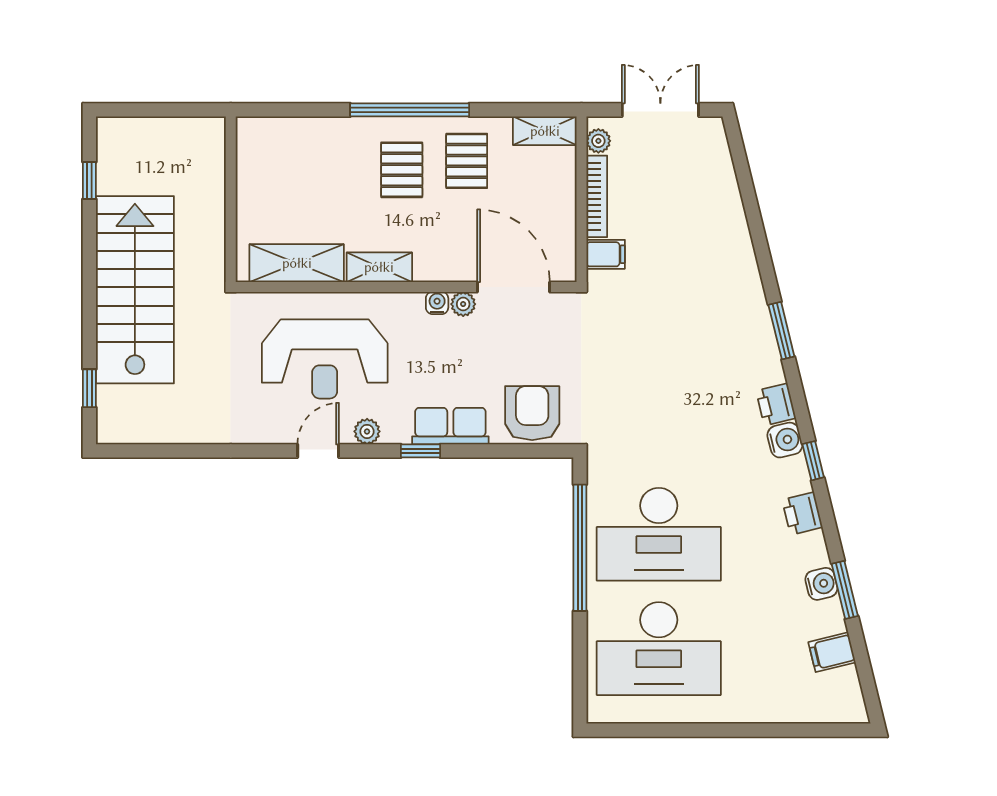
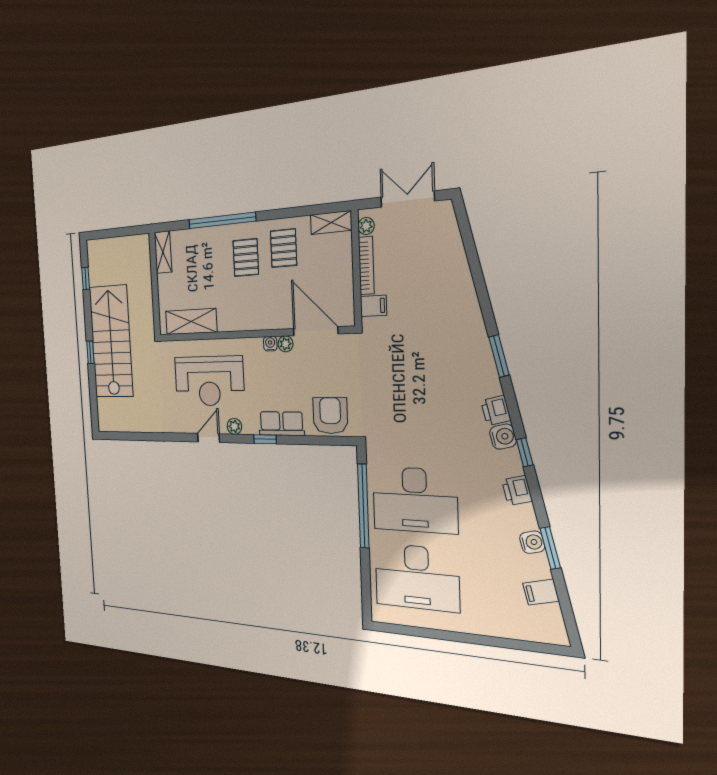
window: (410, 110) -> (222, 220), moved
shelving: (379, 267) -> (163, 252), moved, turned 90
window: (89, 388) -> (90, 352), moved

